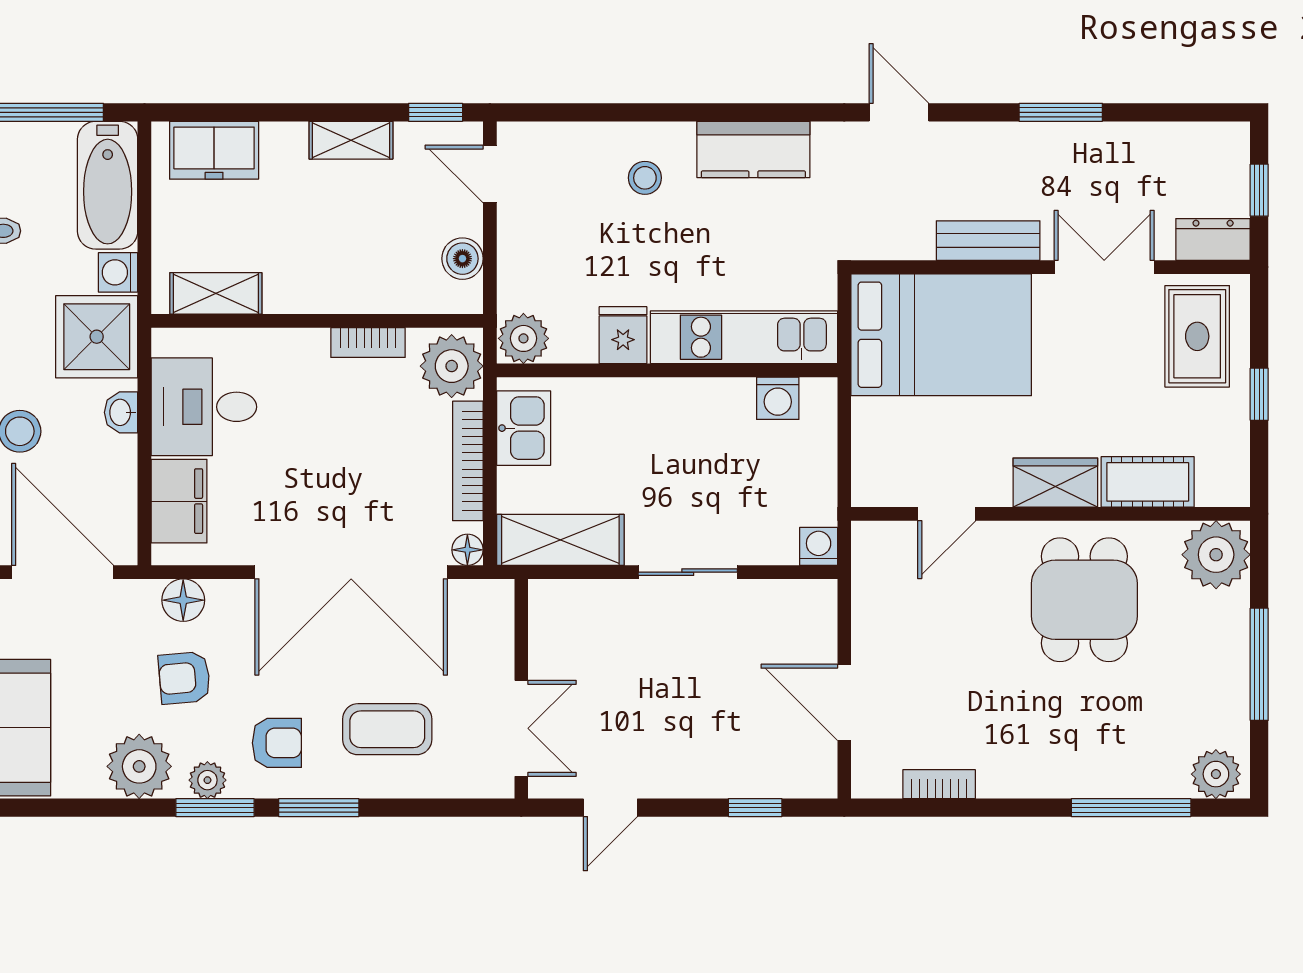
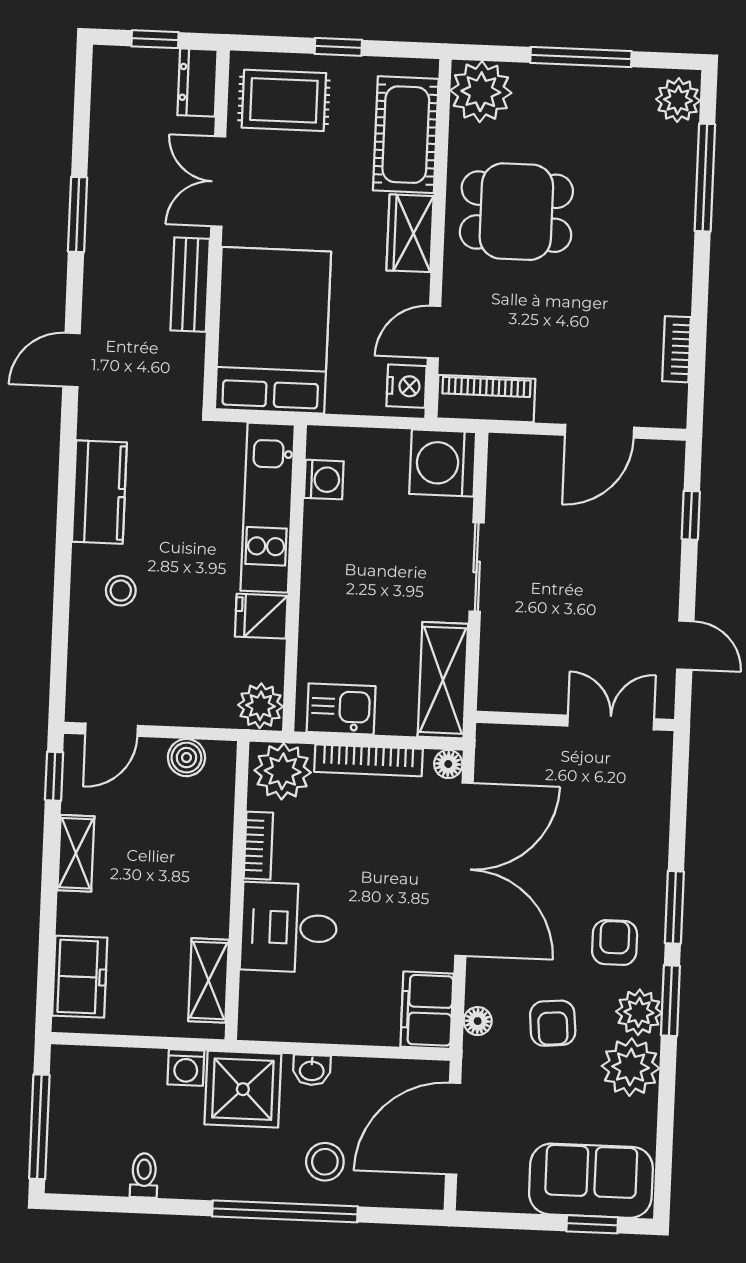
bathtub: (108, 185) -> (107, 1074), removed
desk: (204, 407) -> (289, 928), moved, turned 90
cot: (1148, 482) -> (406, 135), width x1.37, depth x1.34
nightstand: (885, 486) -> (406, 386), added
filing cabinet: (179, 501) -> (427, 1010), moved, turned -90
door: (947, 514) -> (434, 332), swing flipped
washing machine: (819, 546) -> (443, 463), width x1.89, depth x1.89
piano: (875, 575) -> (486, 399), added
floor lamp: (183, 600) -> (478, 1021), width x0.73, depth x0.73
coffee table: (387, 729) -> (606, 843), removed
plant: (207, 780) -> (639, 1012), width x1.38, depth x1.38

